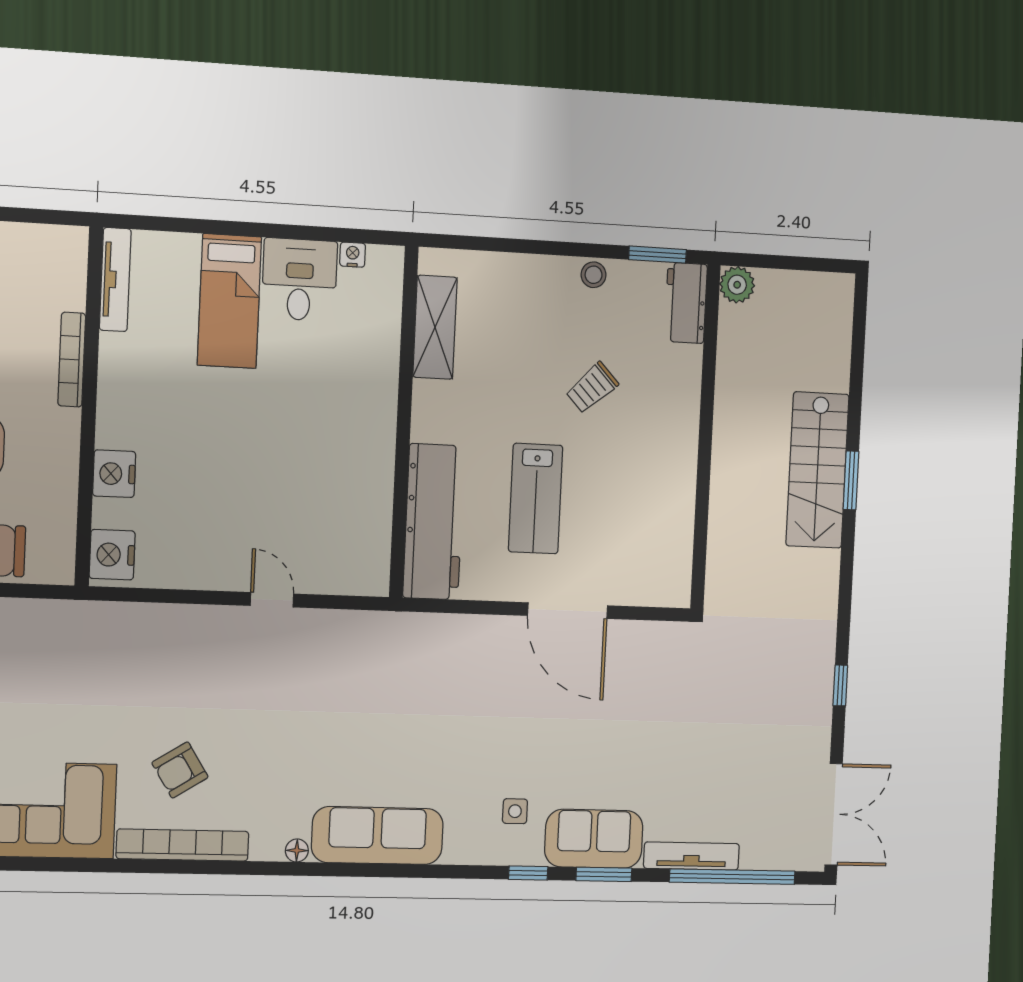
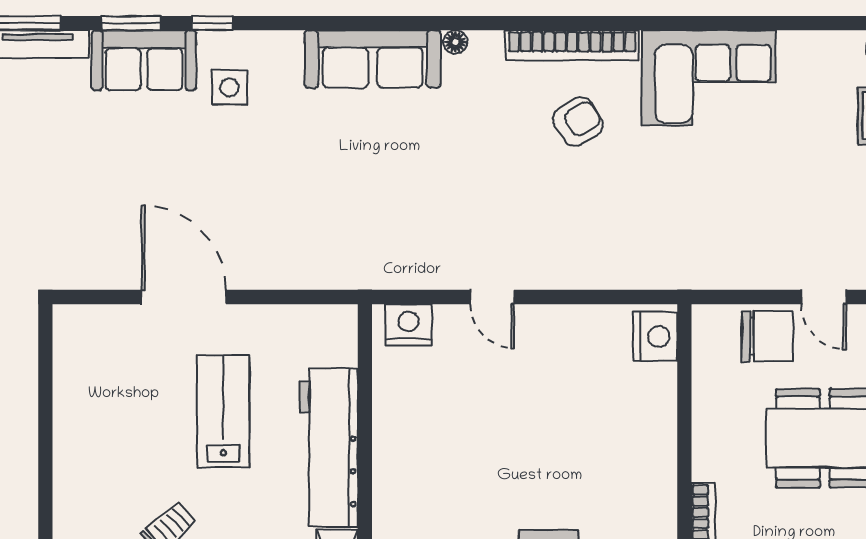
nightstand: (114, 474) -> (408, 325), moved, turned -90
workbench: (434, 522) -> (329, 448), moved
side table: (515, 811) -> (229, 87), width x1.37, depth x1.37

